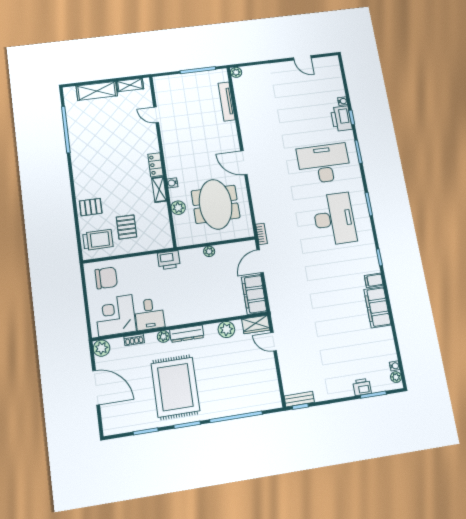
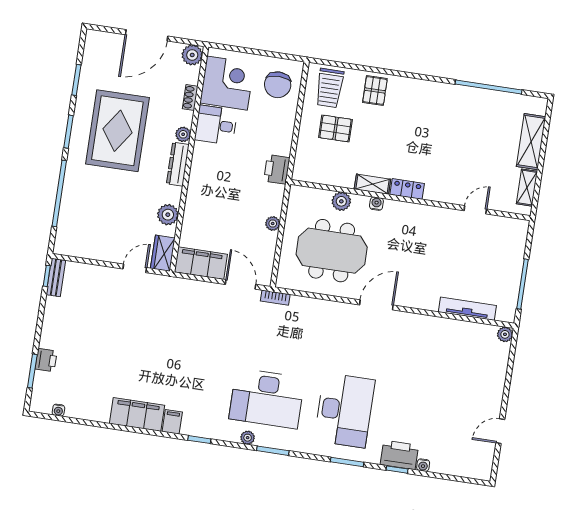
plant: (396, 377) -> (248, 438), moved
rug: (175, 387) -> (117, 131), turned 90

